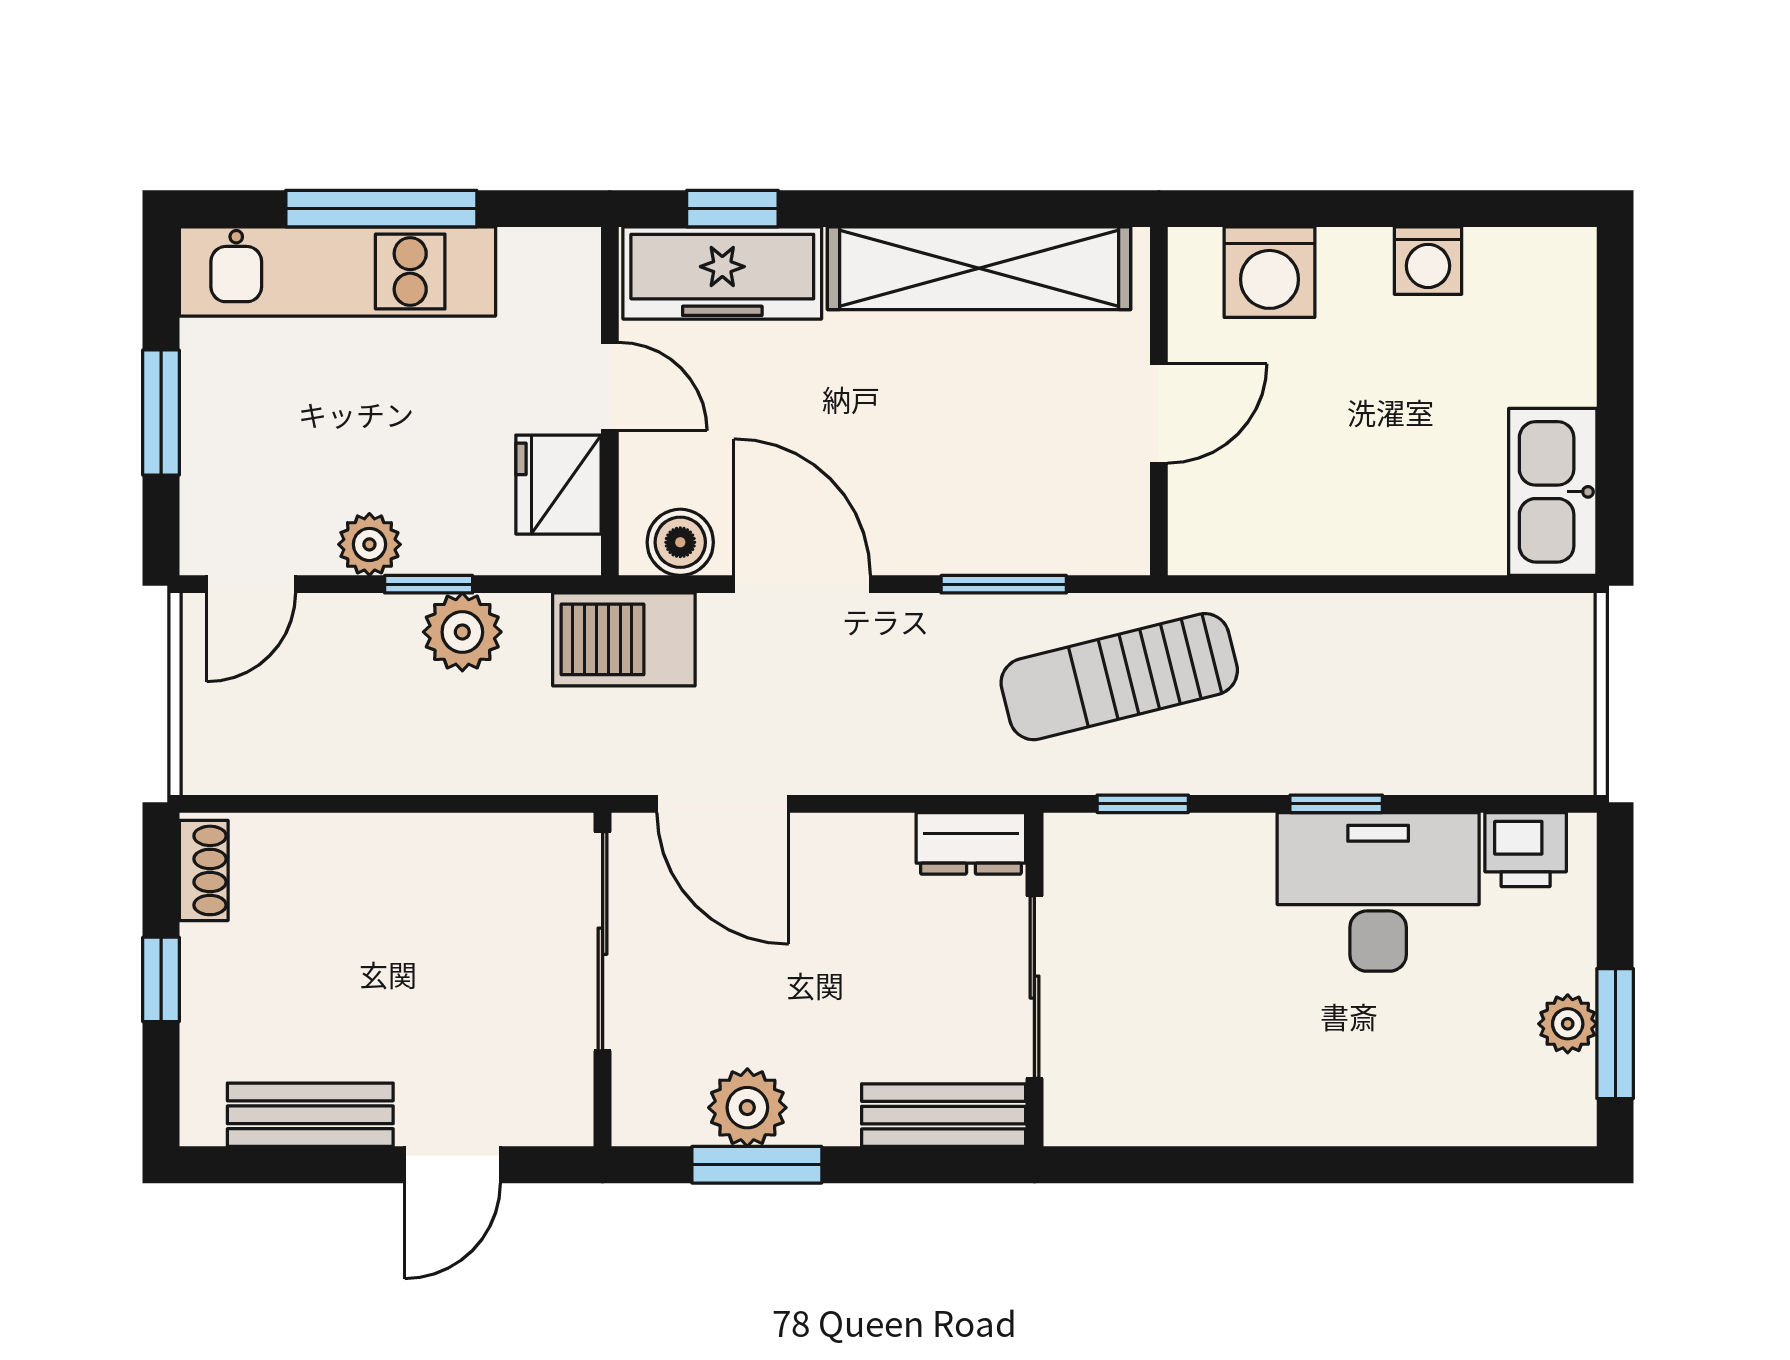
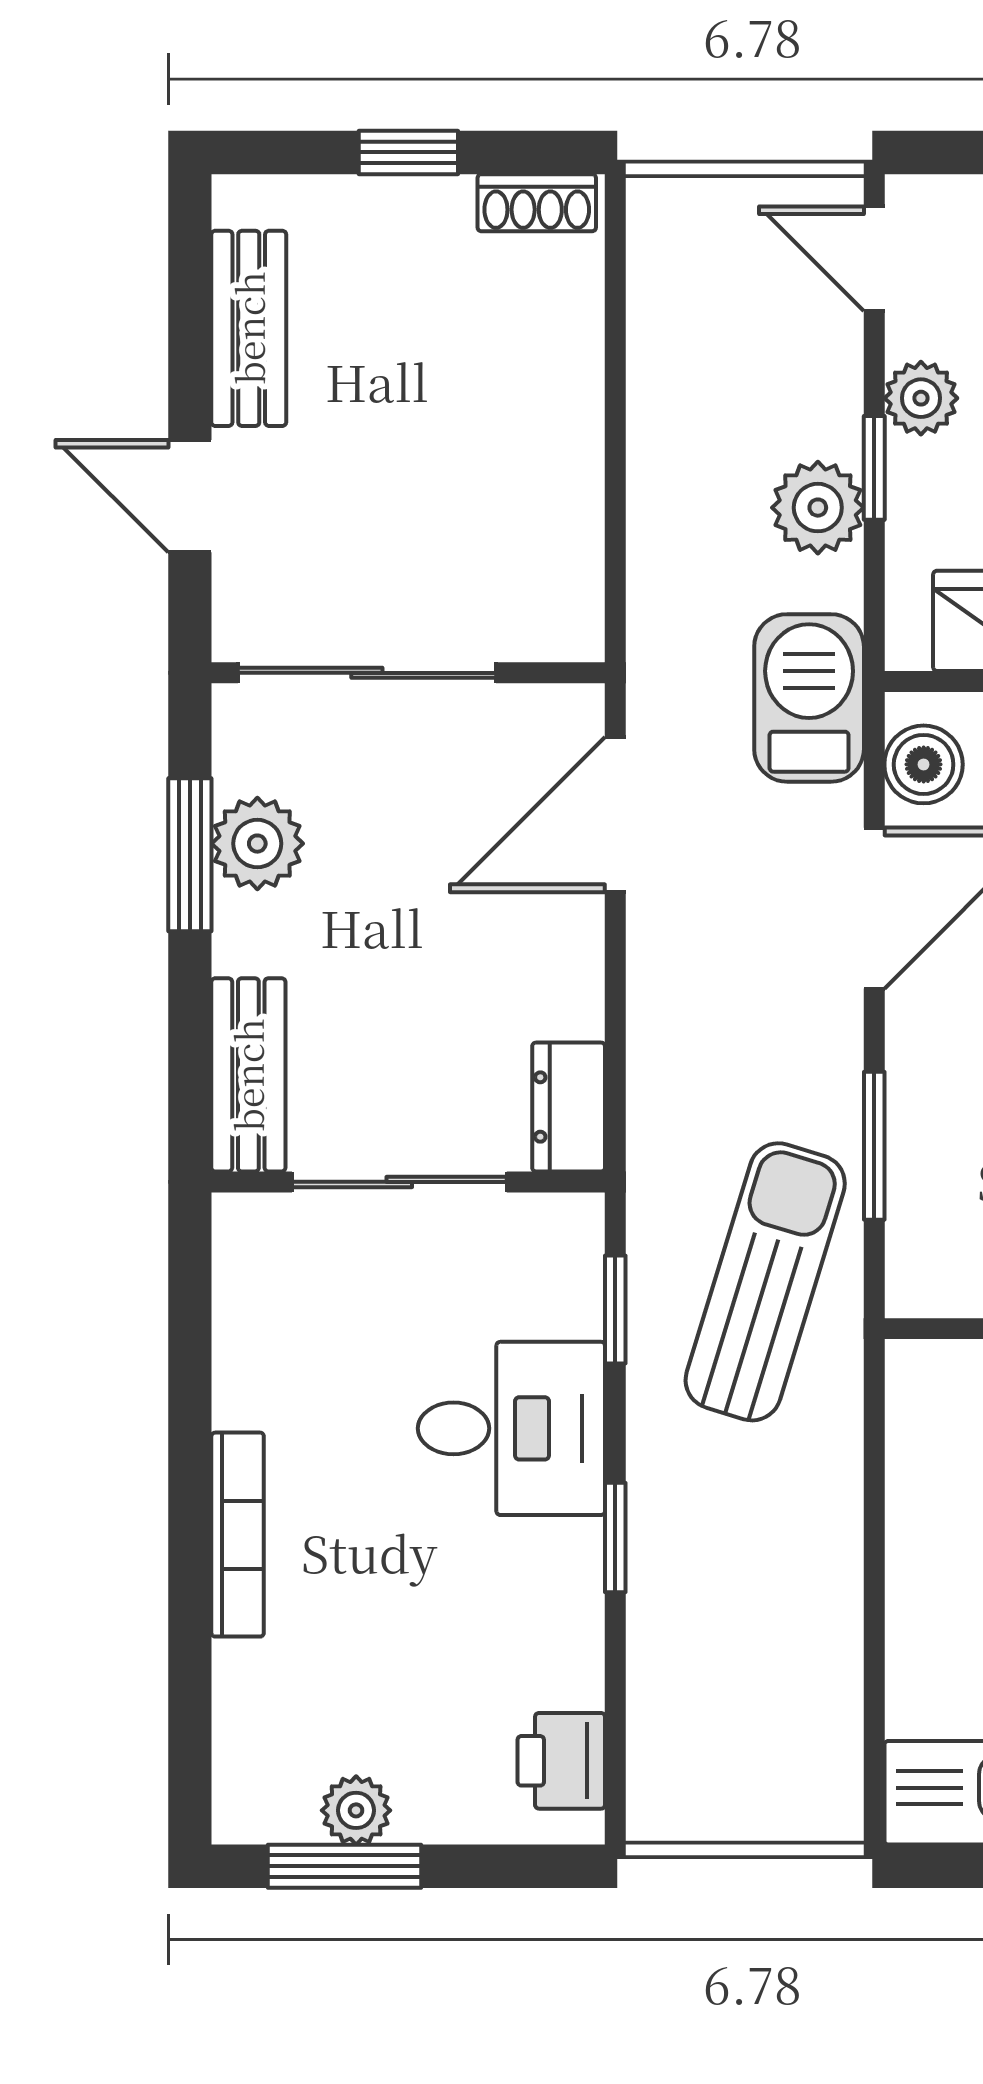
sun lounger: (1119, 677) -> (765, 1282), turned 31
desk: (1378, 892) -> (511, 1428), moved, width x0.73
sliding door: (603, 941) -> (367, 673), moved
bookcase: (1334, 1124) -> (238, 1535), added

